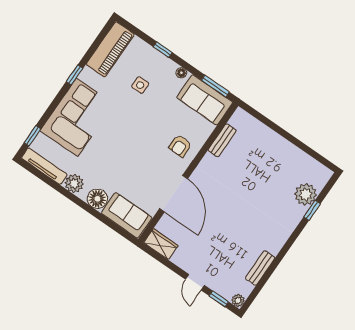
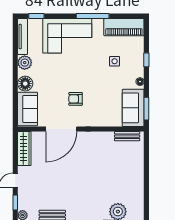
window: (75, 75) -> (93, 16), width x2.17
bench: (222, 140) -> (127, 136), moved
armchair: (180, 146) -> (76, 99), moved
wardrobe: (161, 244) -> (24, 149), width x1.50

